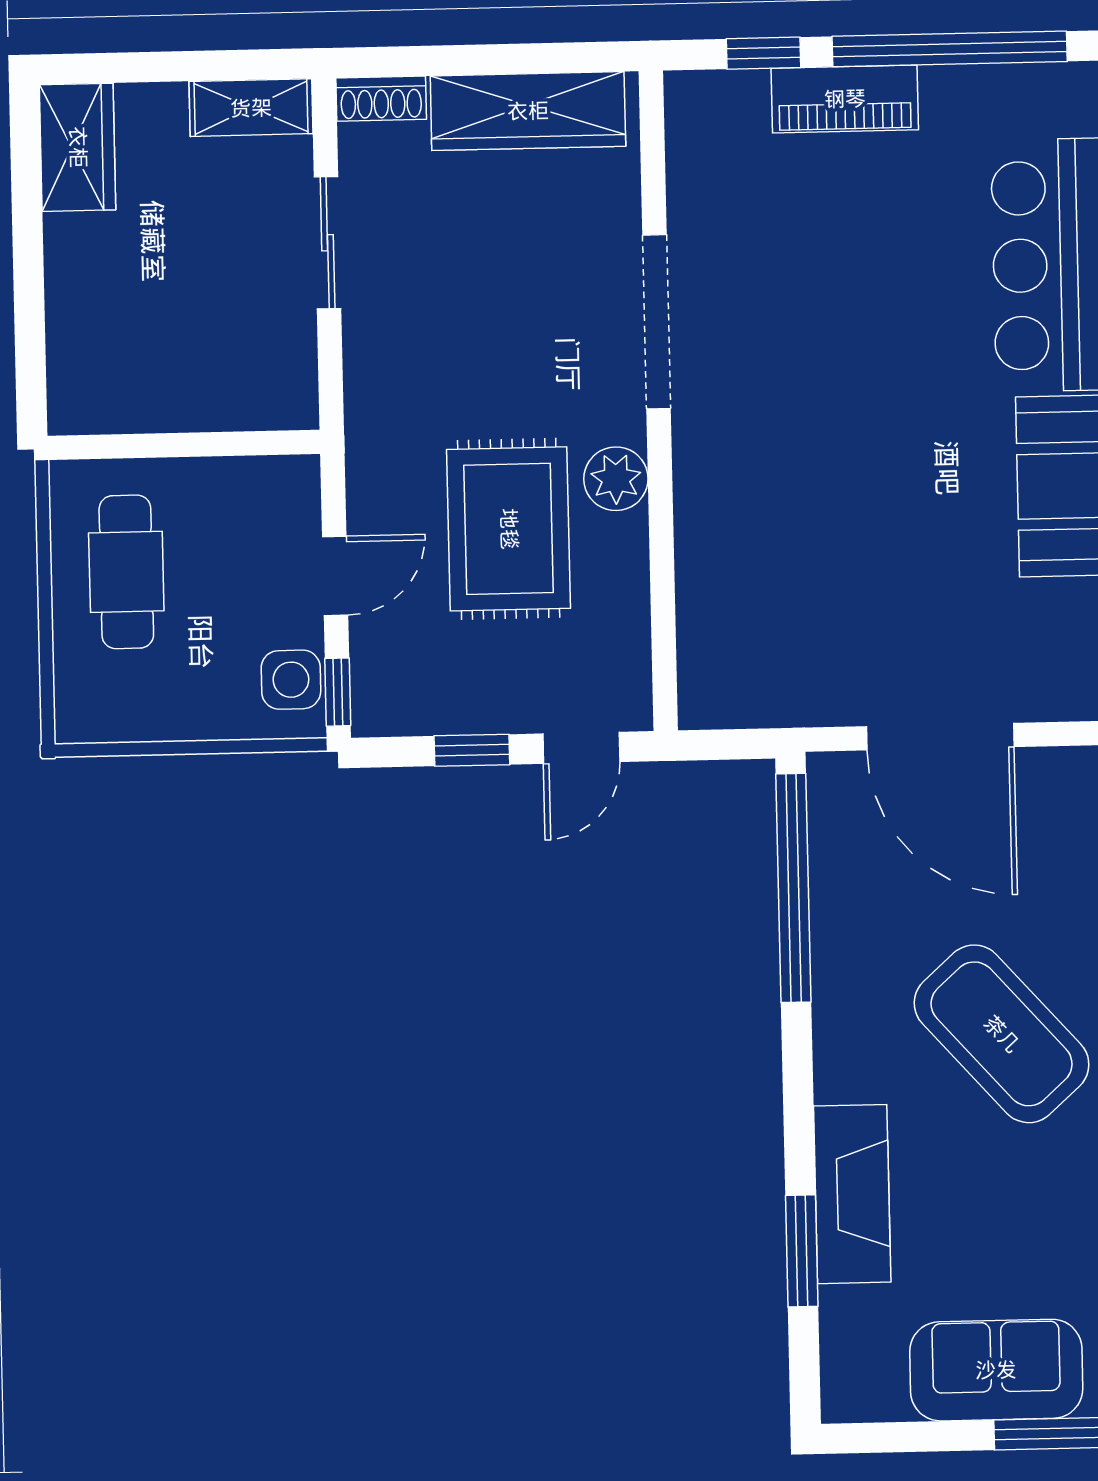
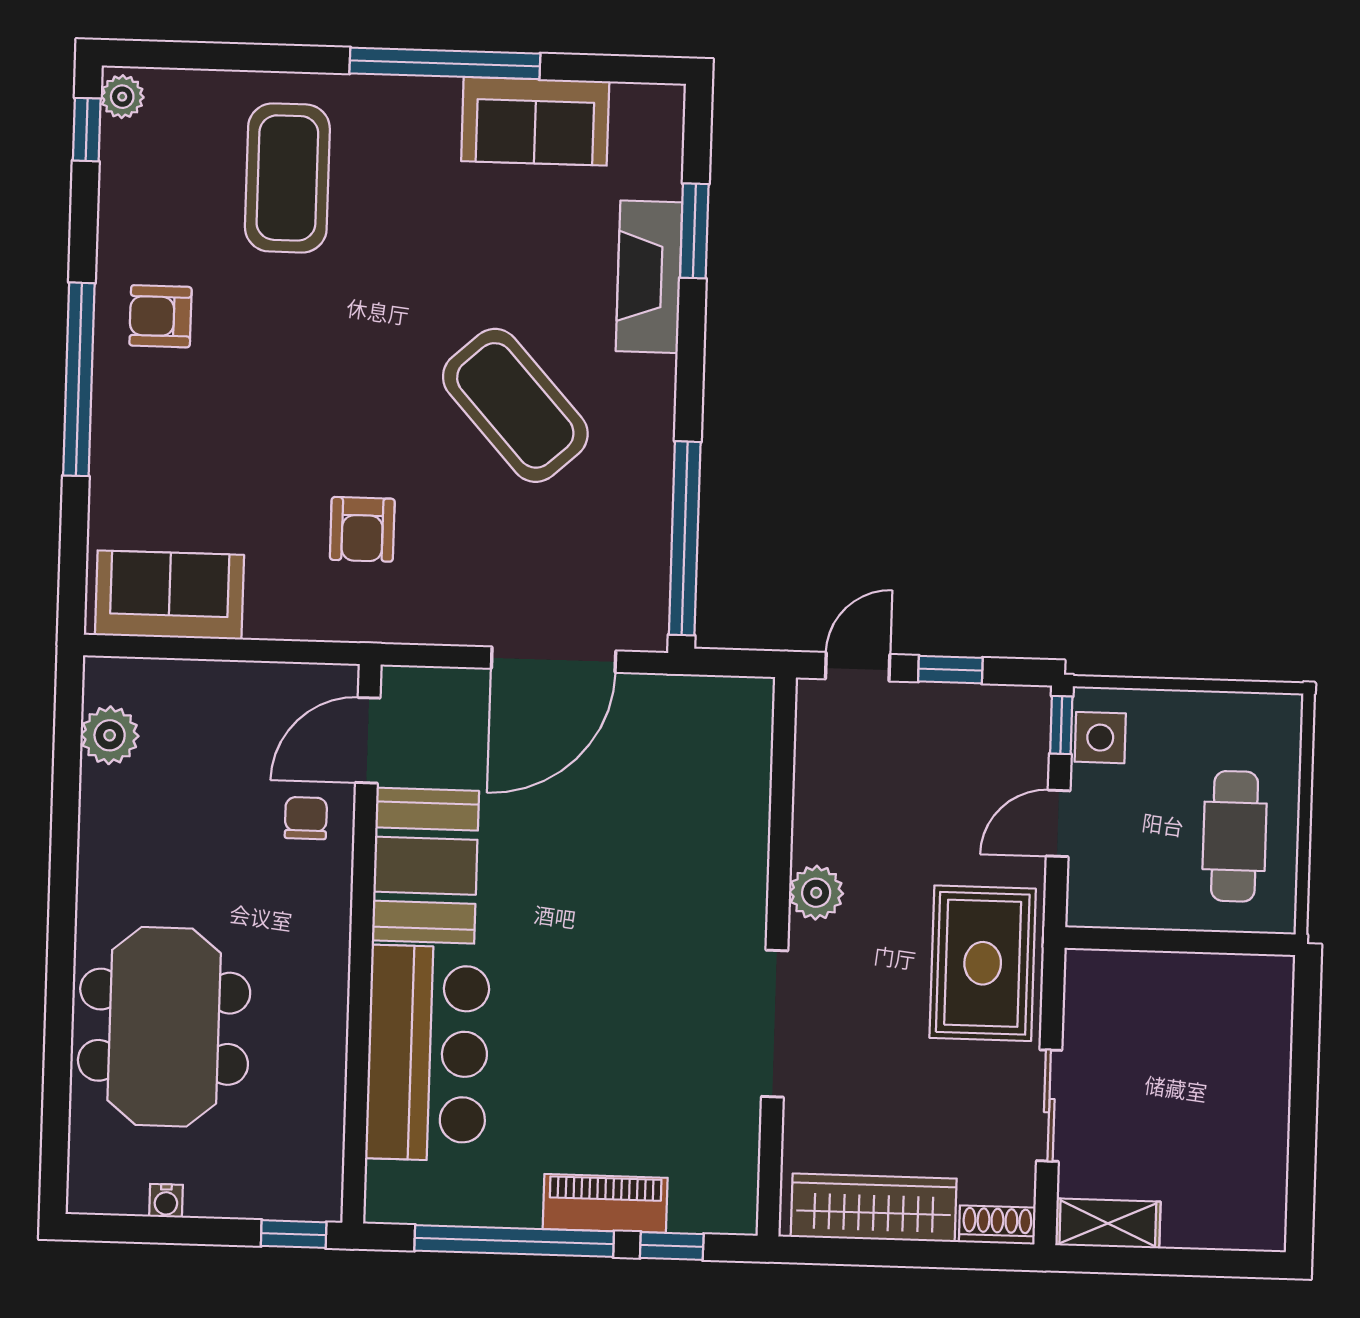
wardrobe: (78, 147) -> (1256, 1198), removed
rug: (509, 529) -> (983, 963), moved
door: (940, 737) -> (554, 660), swing flipped

